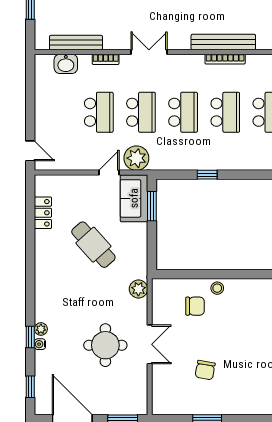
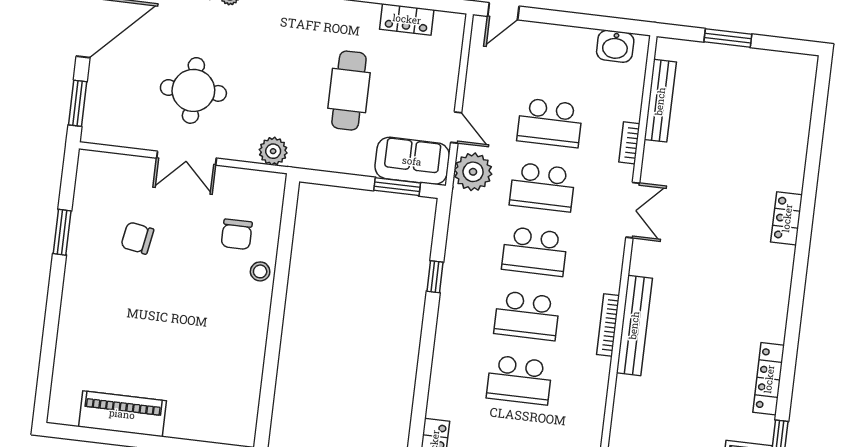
washbasin: (66, 64) -> (615, 46), moved, turned -90
cafe table: (93, 245) -> (349, 91), turned -48

